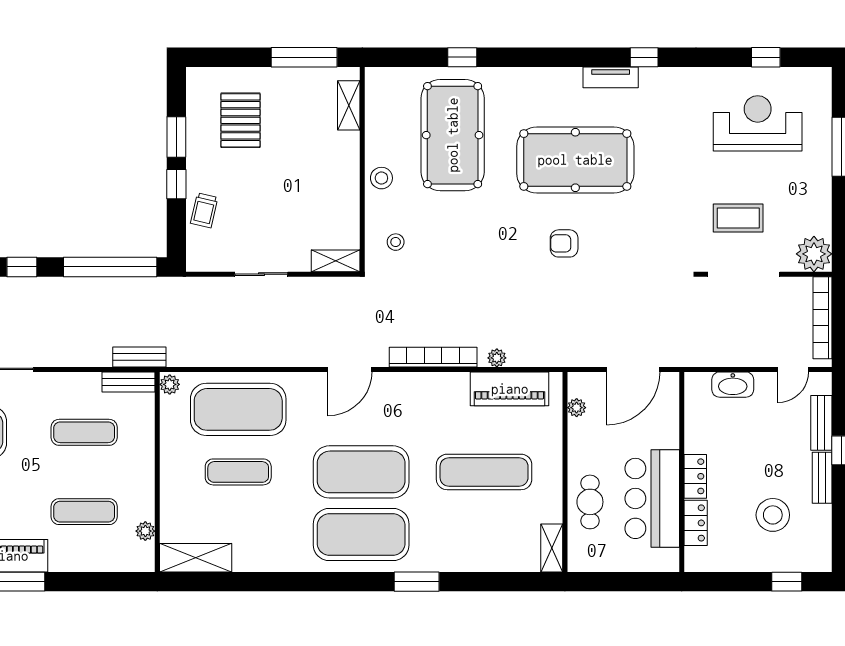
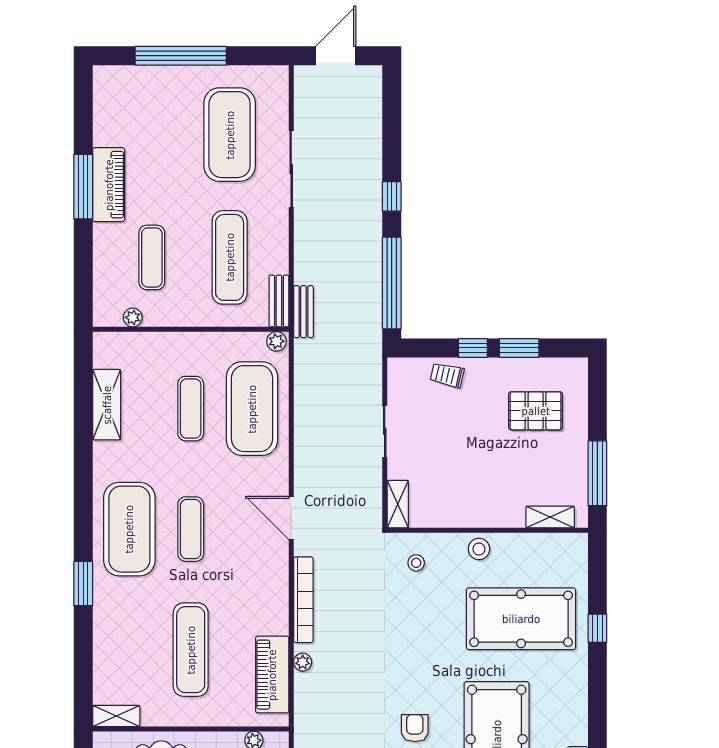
exercise mat: (84, 432) -> (230, 257), width x1.36, depth x1.45
exercise mat: (361, 472) -> (191, 529), width x0.50, depth x0.69
shelving: (196, 558) -> (107, 405), moved

